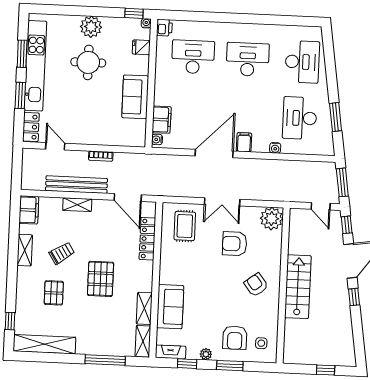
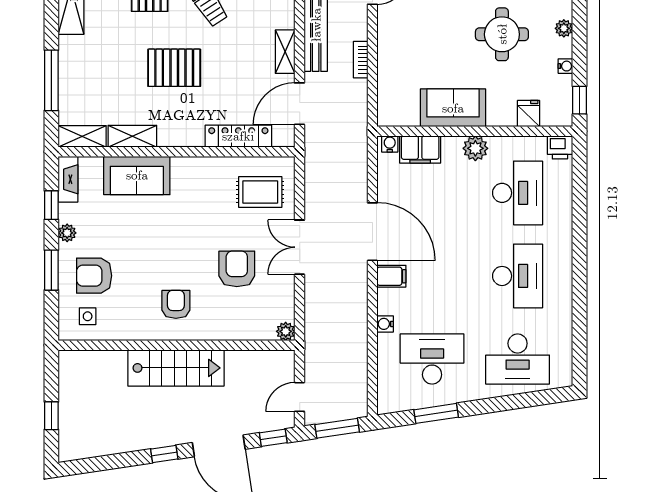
water cooler: (146, 23) -> (565, 66), moved
plant: (91, 27) -> (564, 28), width x0.53, depth x0.53
plant: (162, 83) -> (475, 148), added
shelving: (77, 205) -> (285, 52), moved
plant: (272, 219) -> (286, 331), width x0.53, depth x0.53
armchair: (256, 285) -> (176, 304), turned -53

